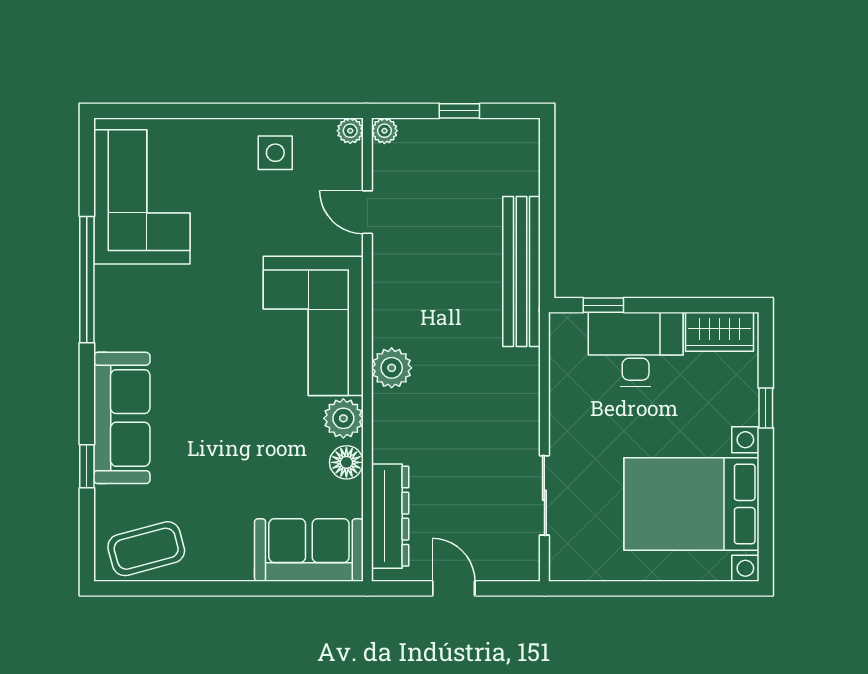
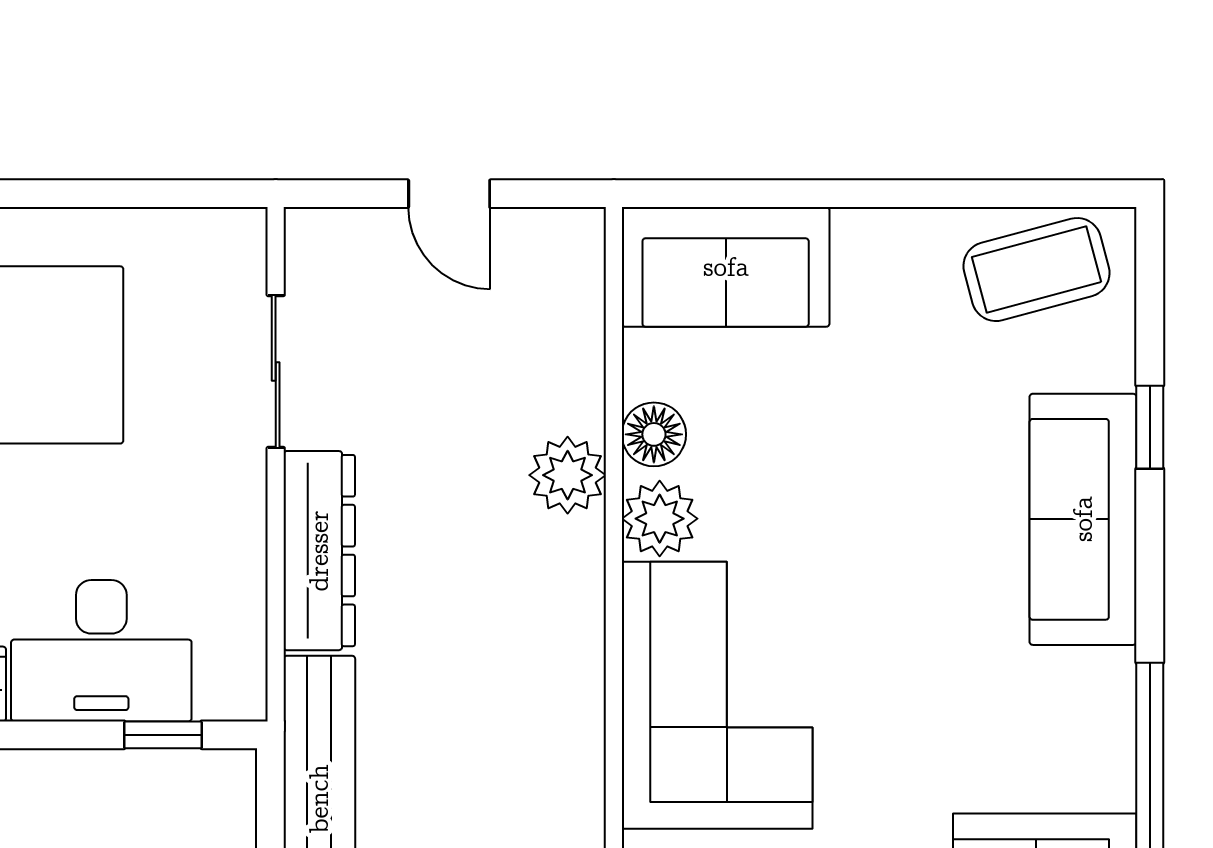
plant: (392, 368) -> (568, 475), moved
dresser: (390, 516) -> (319, 551), moved, turned 180

